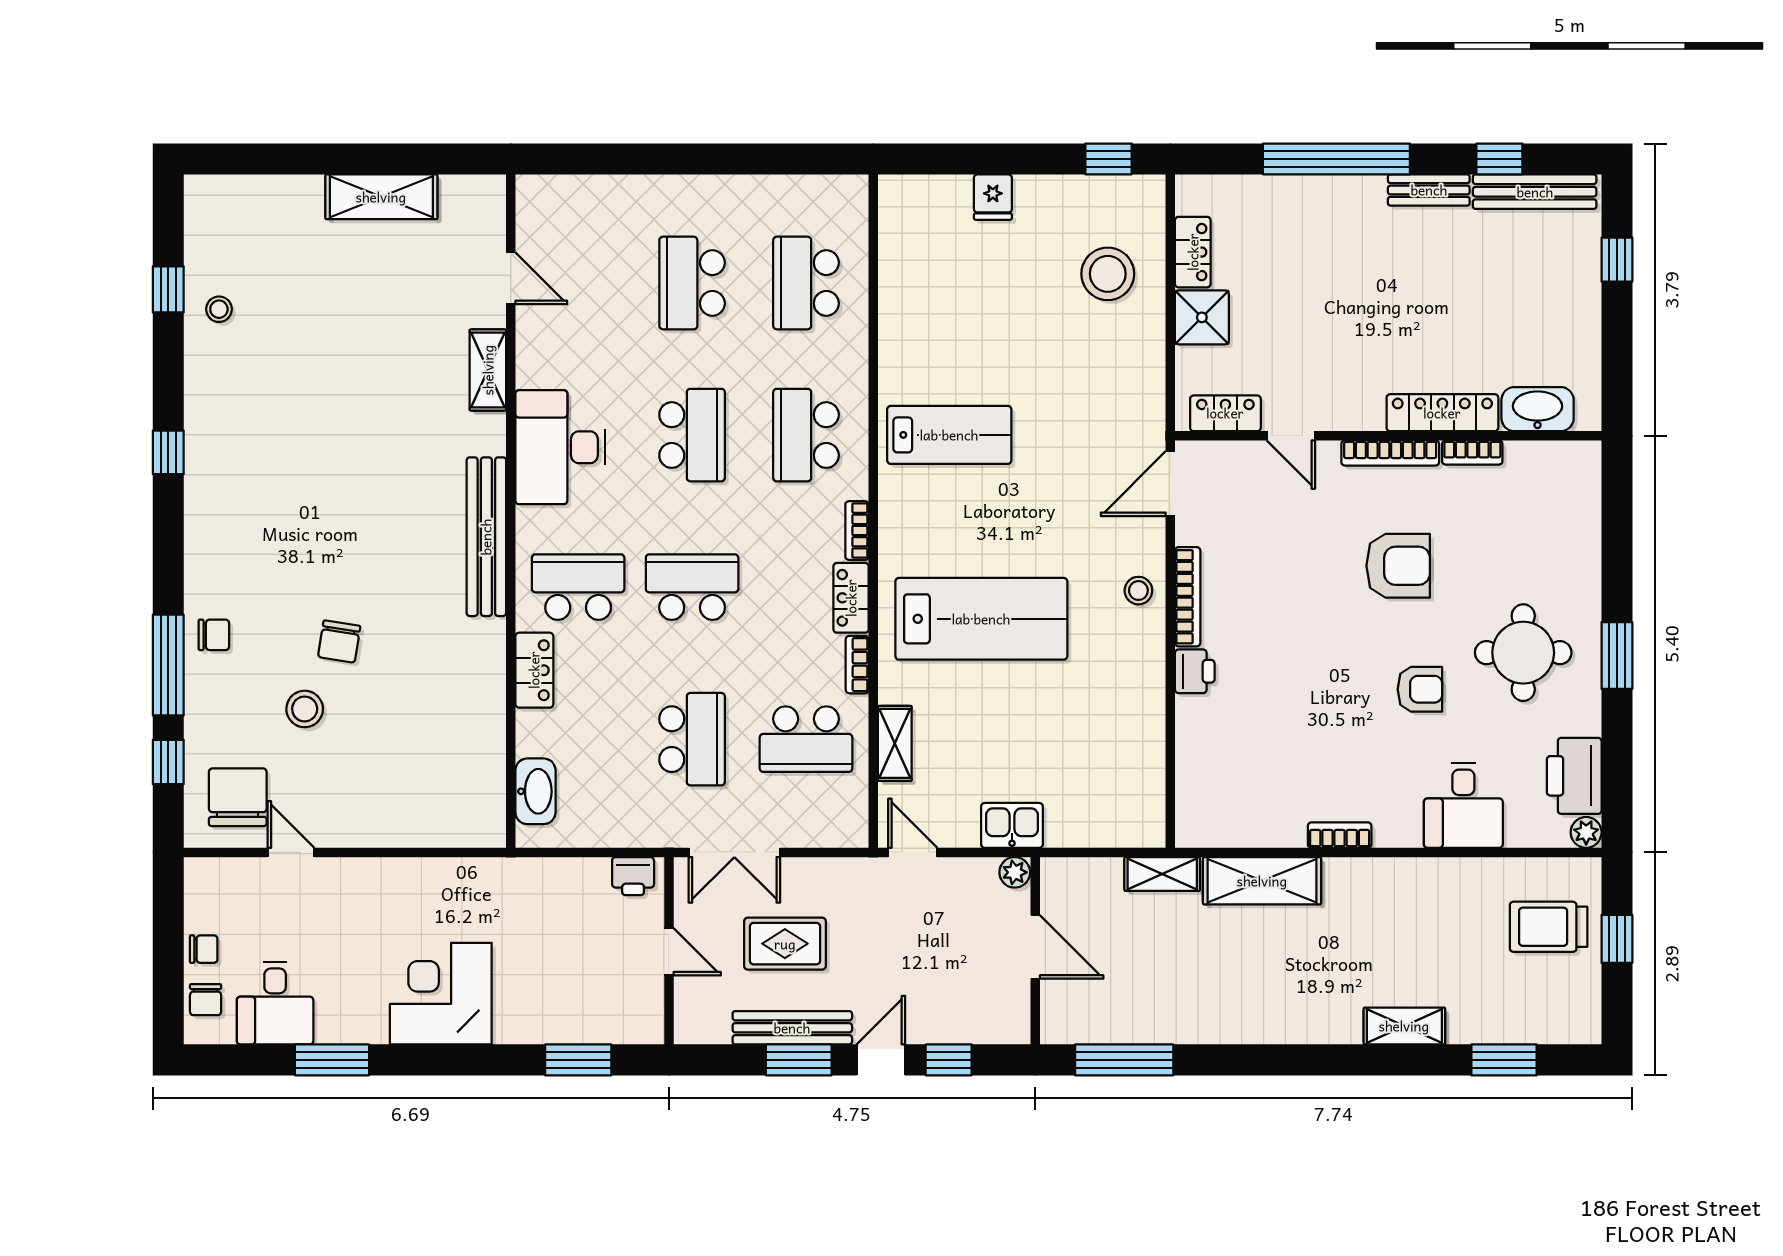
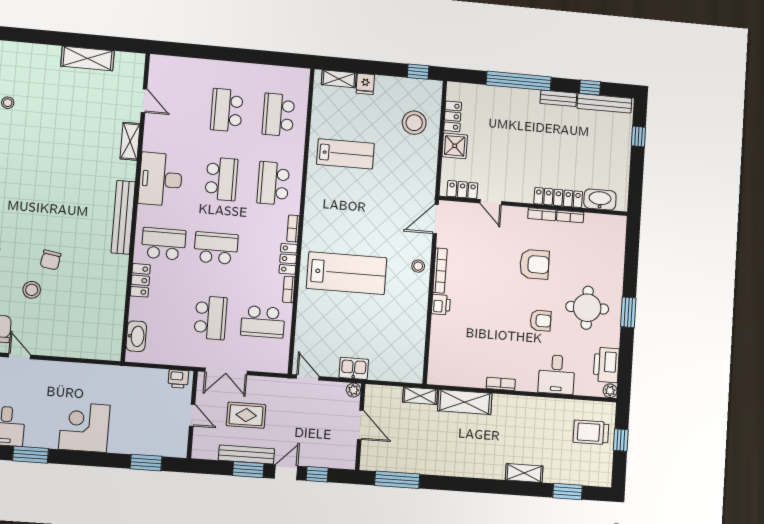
lab bench: (949, 435) -> (345, 154), moved
bookcase: (1390, 453) -> (542, 214), width x0.64
shelving: (895, 743) -> (339, 79), moved, turned 90

